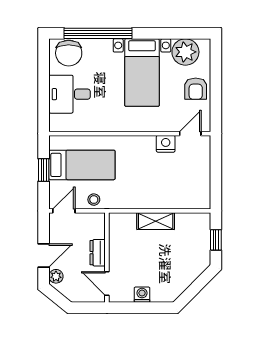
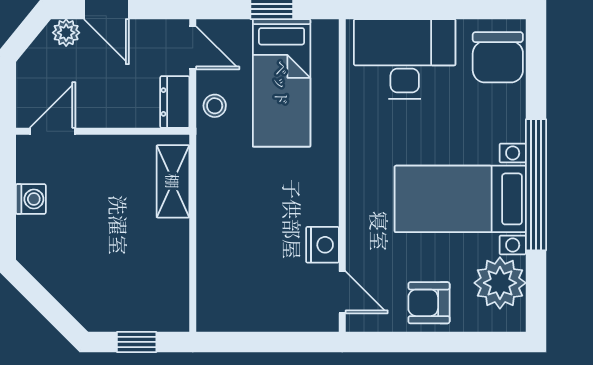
window: (98, 33) -> (536, 185), moved
chair: (69, 53) -> (498, 57), turned -90
desk: (70, 94) -> (405, 59), width x1.37
shelving: (156, 221) -> (173, 181), moved
dresser: (98, 253) -> (175, 102), moved, turned -90

